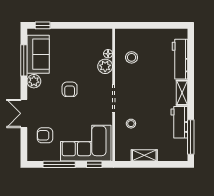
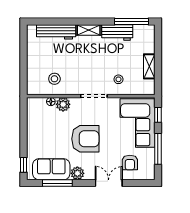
armchair: (70, 89) -> (85, 139), width x1.88, depth x1.88
double door: (24, 113) -> (109, 183), swing flipped

